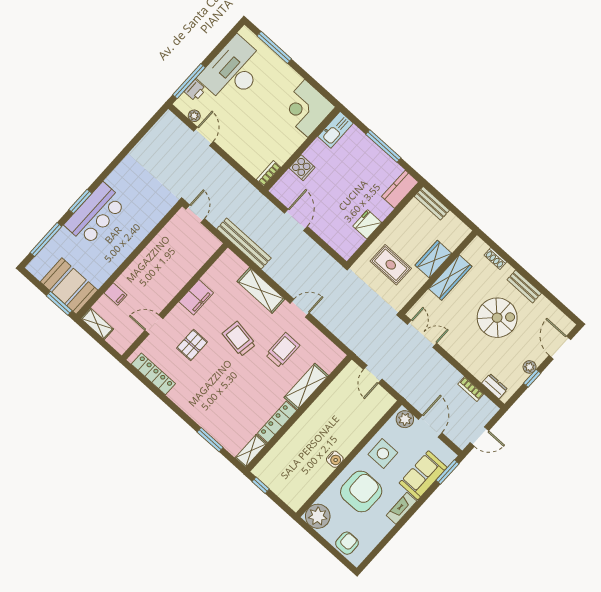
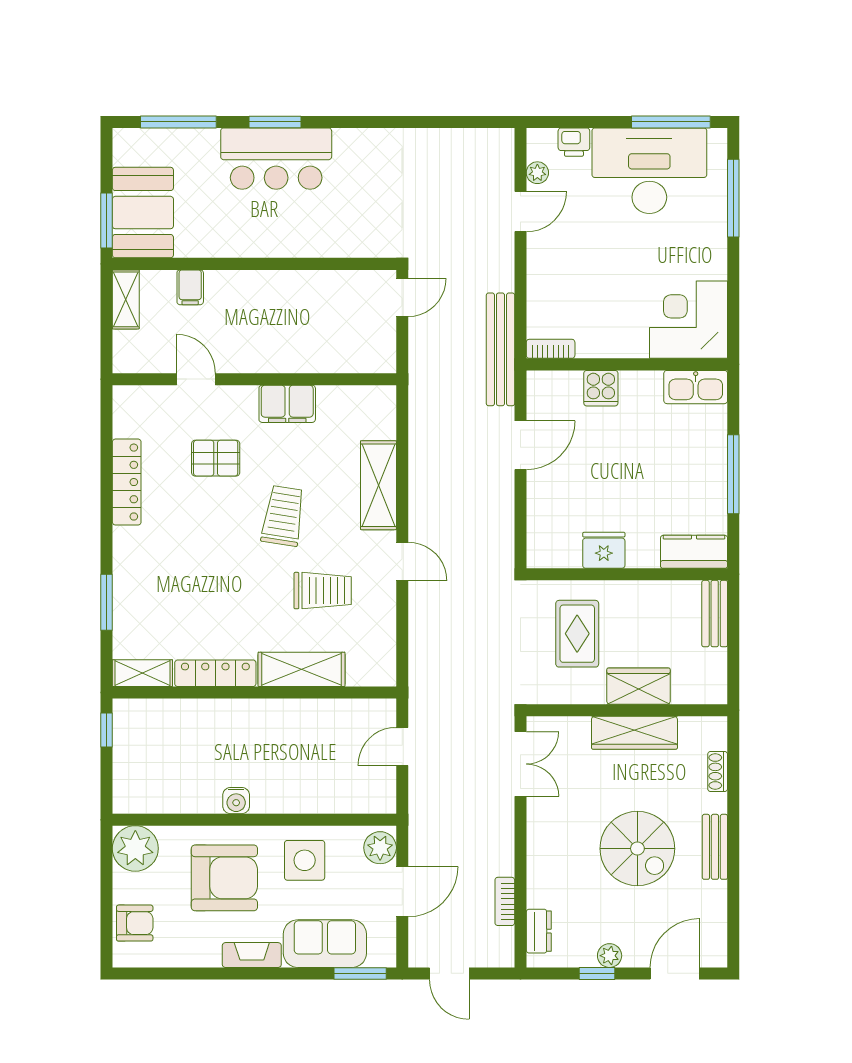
window: (189, 81) -> (671, 122), moved
bench: (244, 244) -> (500, 349), moved
locker: (153, 374) -> (127, 482), moved

